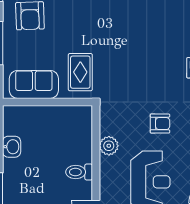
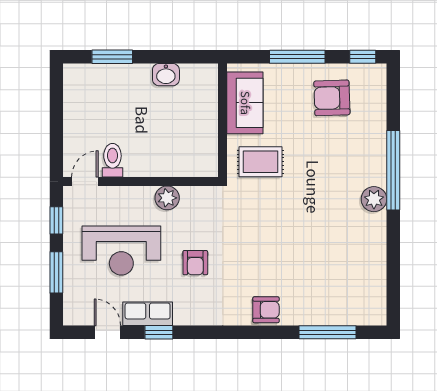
toilet: (79, 172) -> (112, 160), moved

